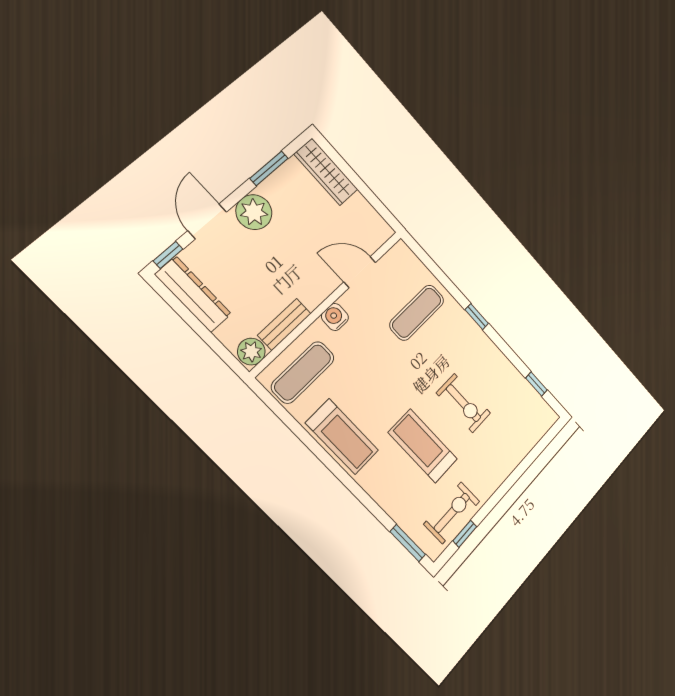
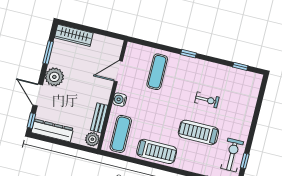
exercise bike: (463, 403) -> (207, 100), width x0.73, depth x0.72

